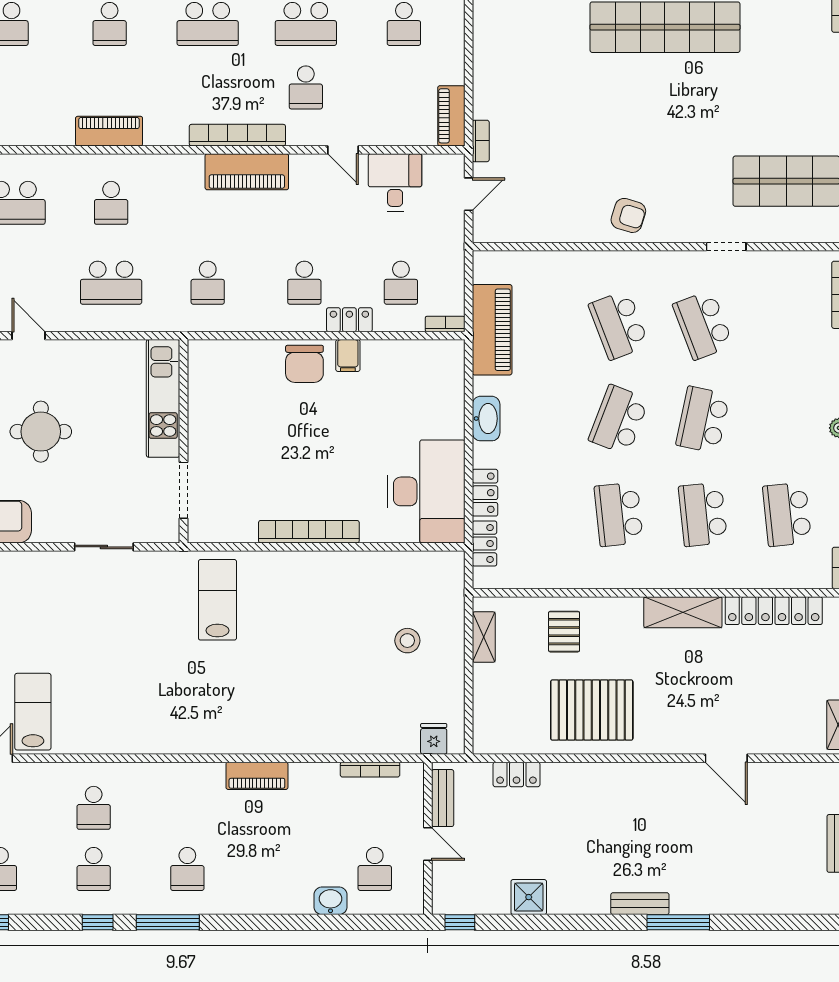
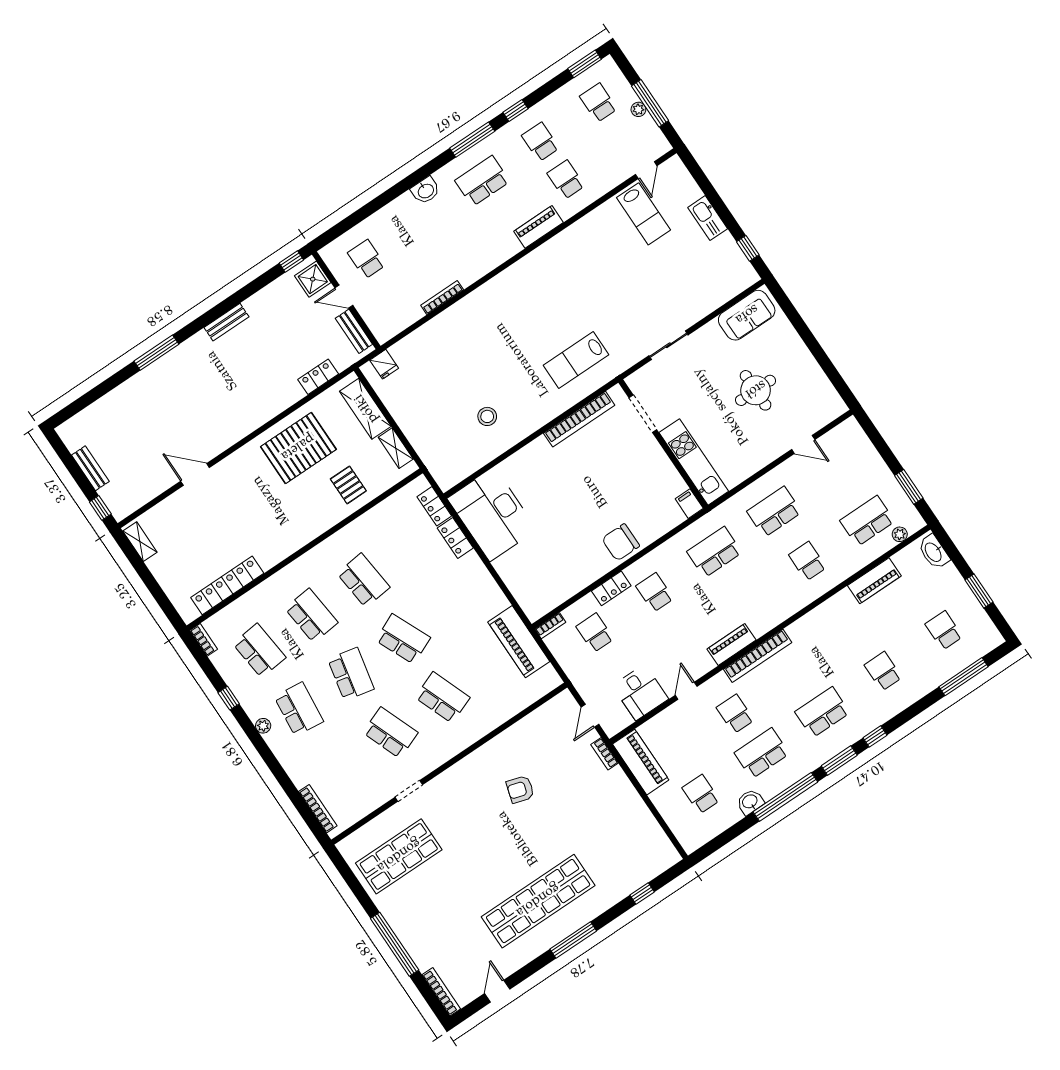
piano: (451, 116) -> (641, 762), width x1.37, depth x1.33
piano: (109, 131) -> (874, 581), moved
door: (343, 150) -> (686, 691), hinge flipped
piano: (247, 172) -> (731, 644), width x0.73, depth x0.75
armchair: (628, 215) -> (520, 789), moved
school desk: (208, 283) -> (714, 552), width x1.85
filing cabinet: (348, 356) -> (689, 504), moved
chair: (304, 364) -> (621, 542), turned -90
washbasin: (486, 419) -> (485, 584), removed
school desk: (619, 420) -> (403, 639), turned -45
school desk: (787, 420) -> (299, 709), added
bookcase: (309, 532) -> (579, 419), moved
lab bench: (217, 600) -> (576, 360), turned 90
shelving: (683, 612) -> (365, 409), moved, turned 90
stool: (407, 641) -> (487, 416), moved
bookcase: (370, 770) -> (442, 297), moved
piano: (257, 776) -> (538, 227), moved
school desk: (187, 869) -> (482, 181), width x1.85
shower: (529, 897) -> (313, 279), moved
washbasin: (331, 901) -> (426, 191), moved
bench: (640, 904) -> (227, 322), moved

